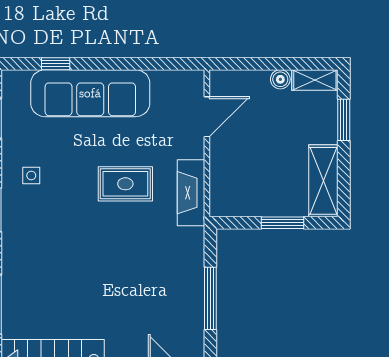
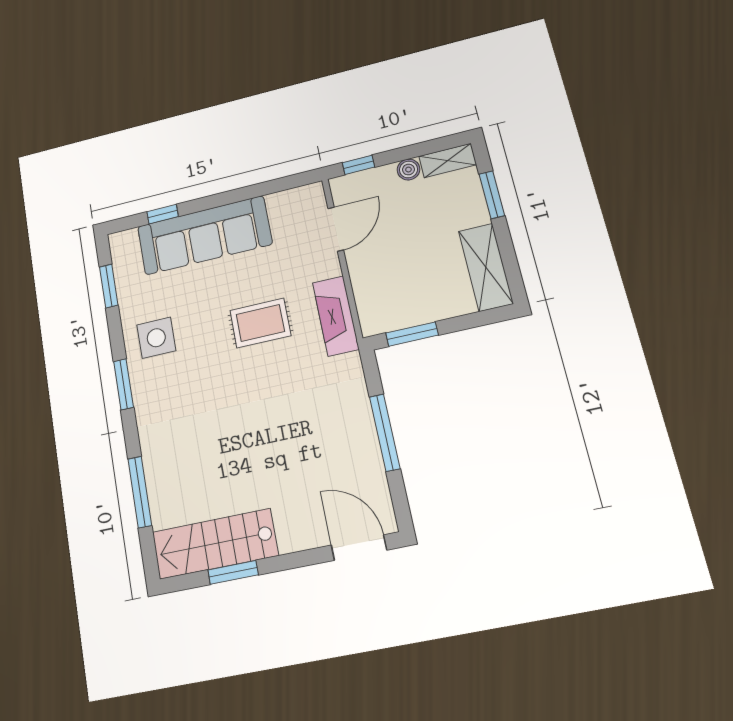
window: (239, 64) -> (359, 165), added
side table: (31, 175) -> (156, 338), width x1.87, depth x1.87
window: (282, 223) -> (412, 334), moved

